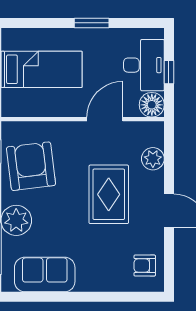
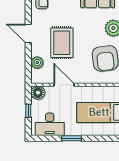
desk: (144, 65) -> (50, 124), moved, turned -90
door: (105, 119) -> (64, 85), swing flipped

